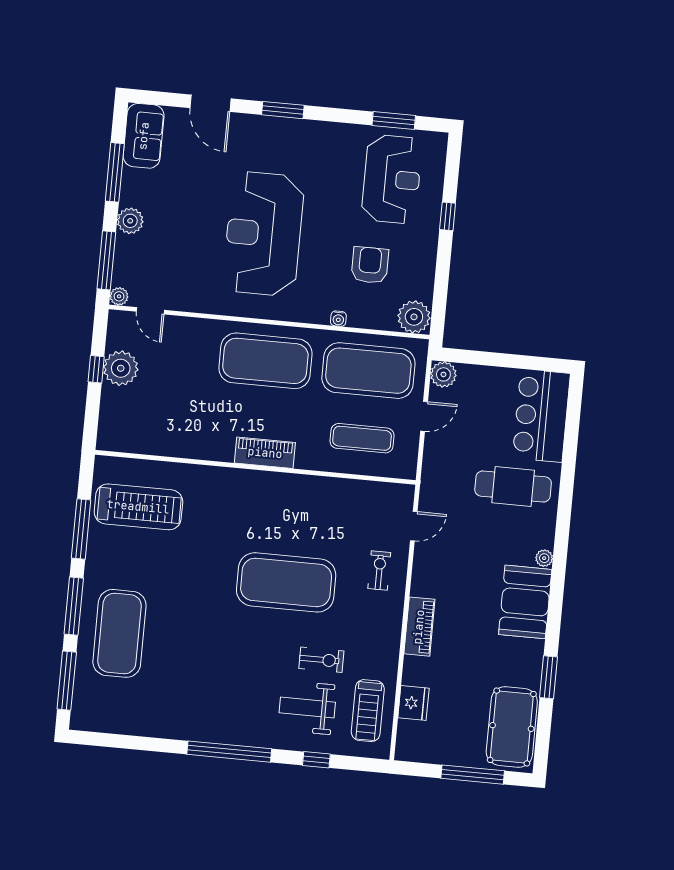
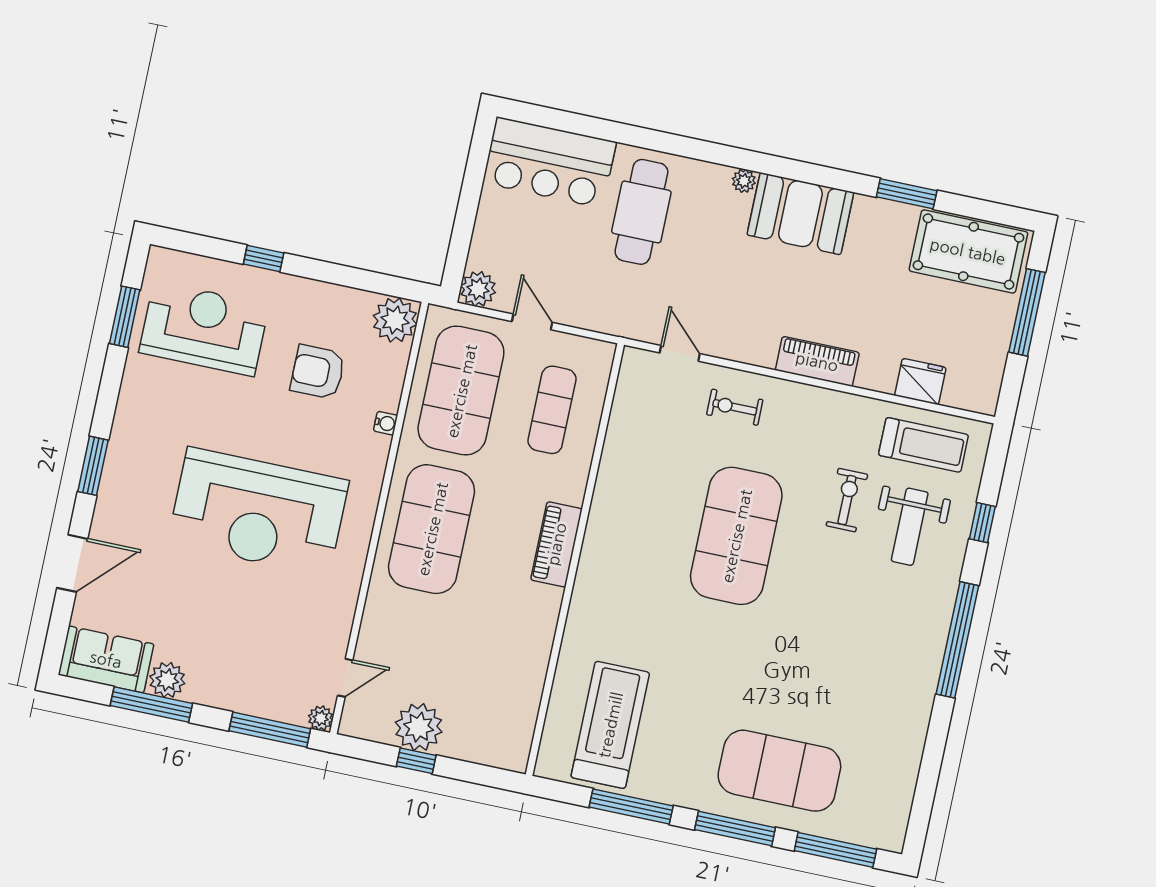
plant: (130, 221) -> (167, 680), moved

